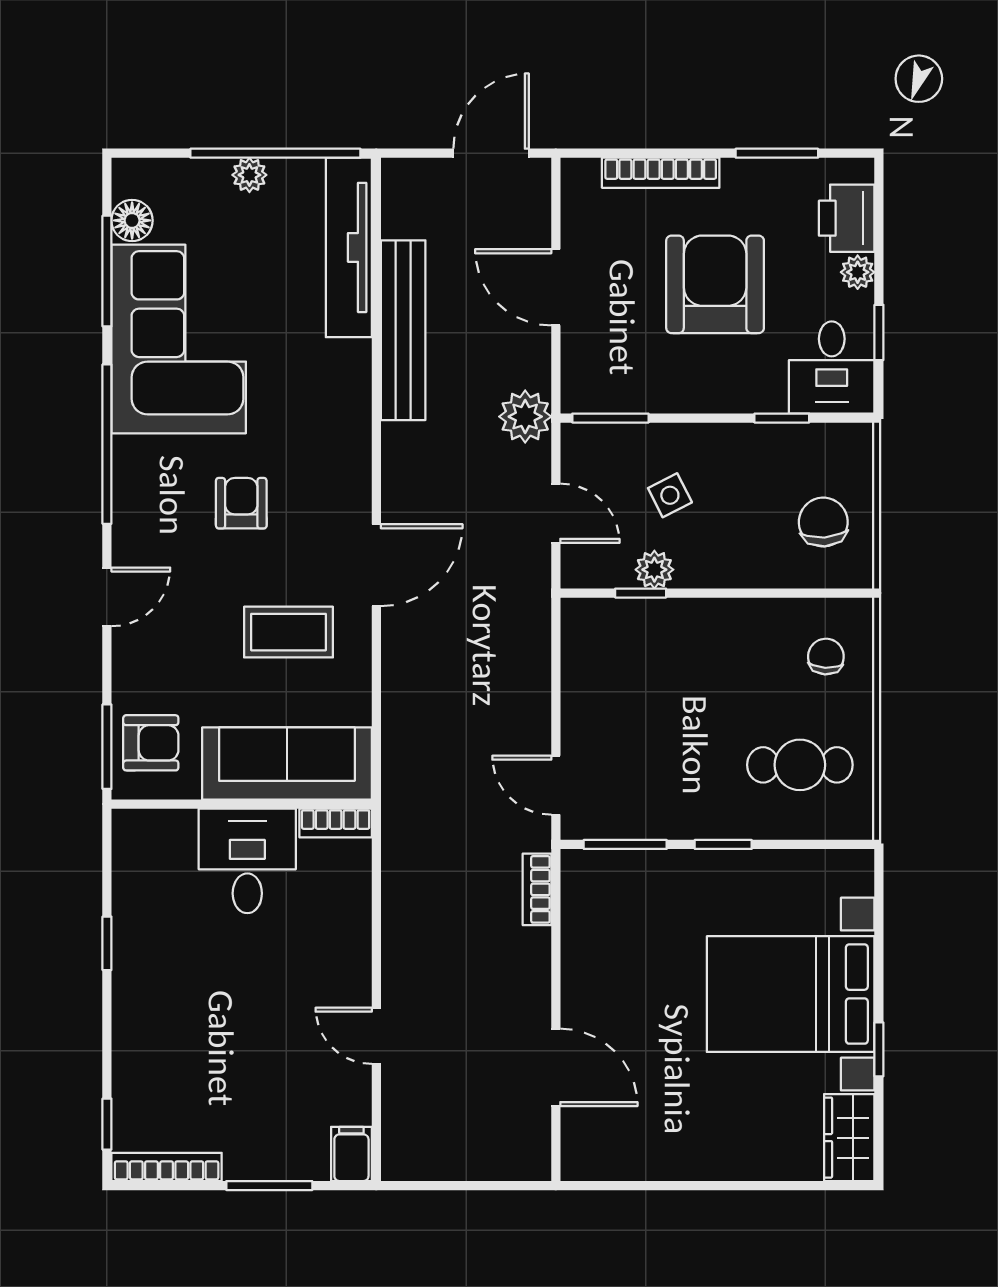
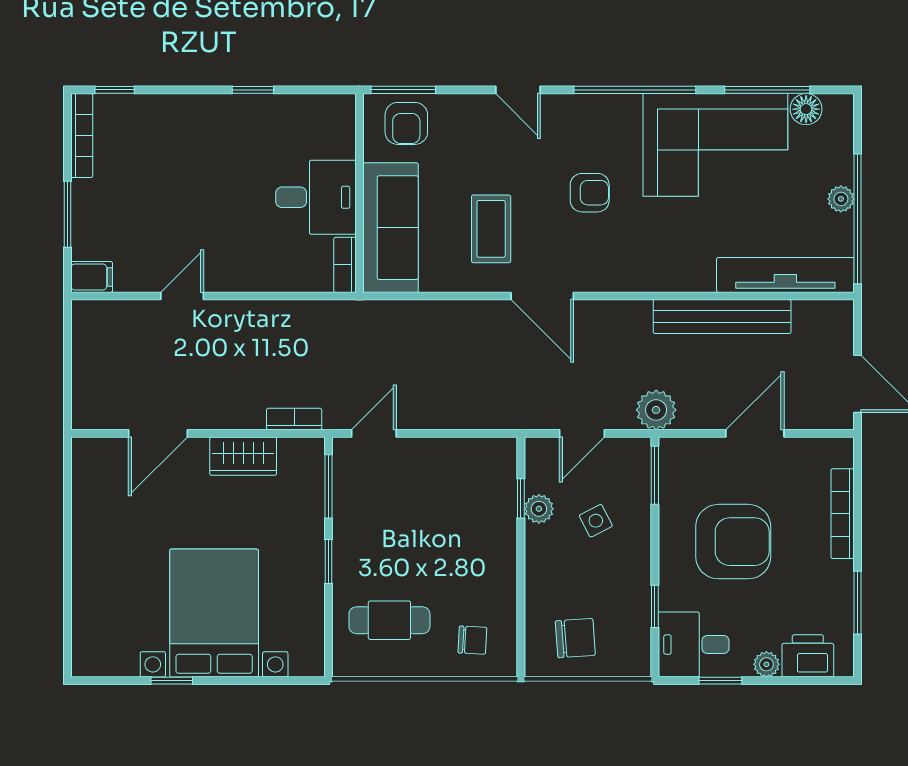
armchair: (715, 284) -> (733, 542), moved
cafe table: (800, 765) -> (389, 620), turned 90
wardrobe: (849, 1138) -> (243, 456), moved, turned 180

